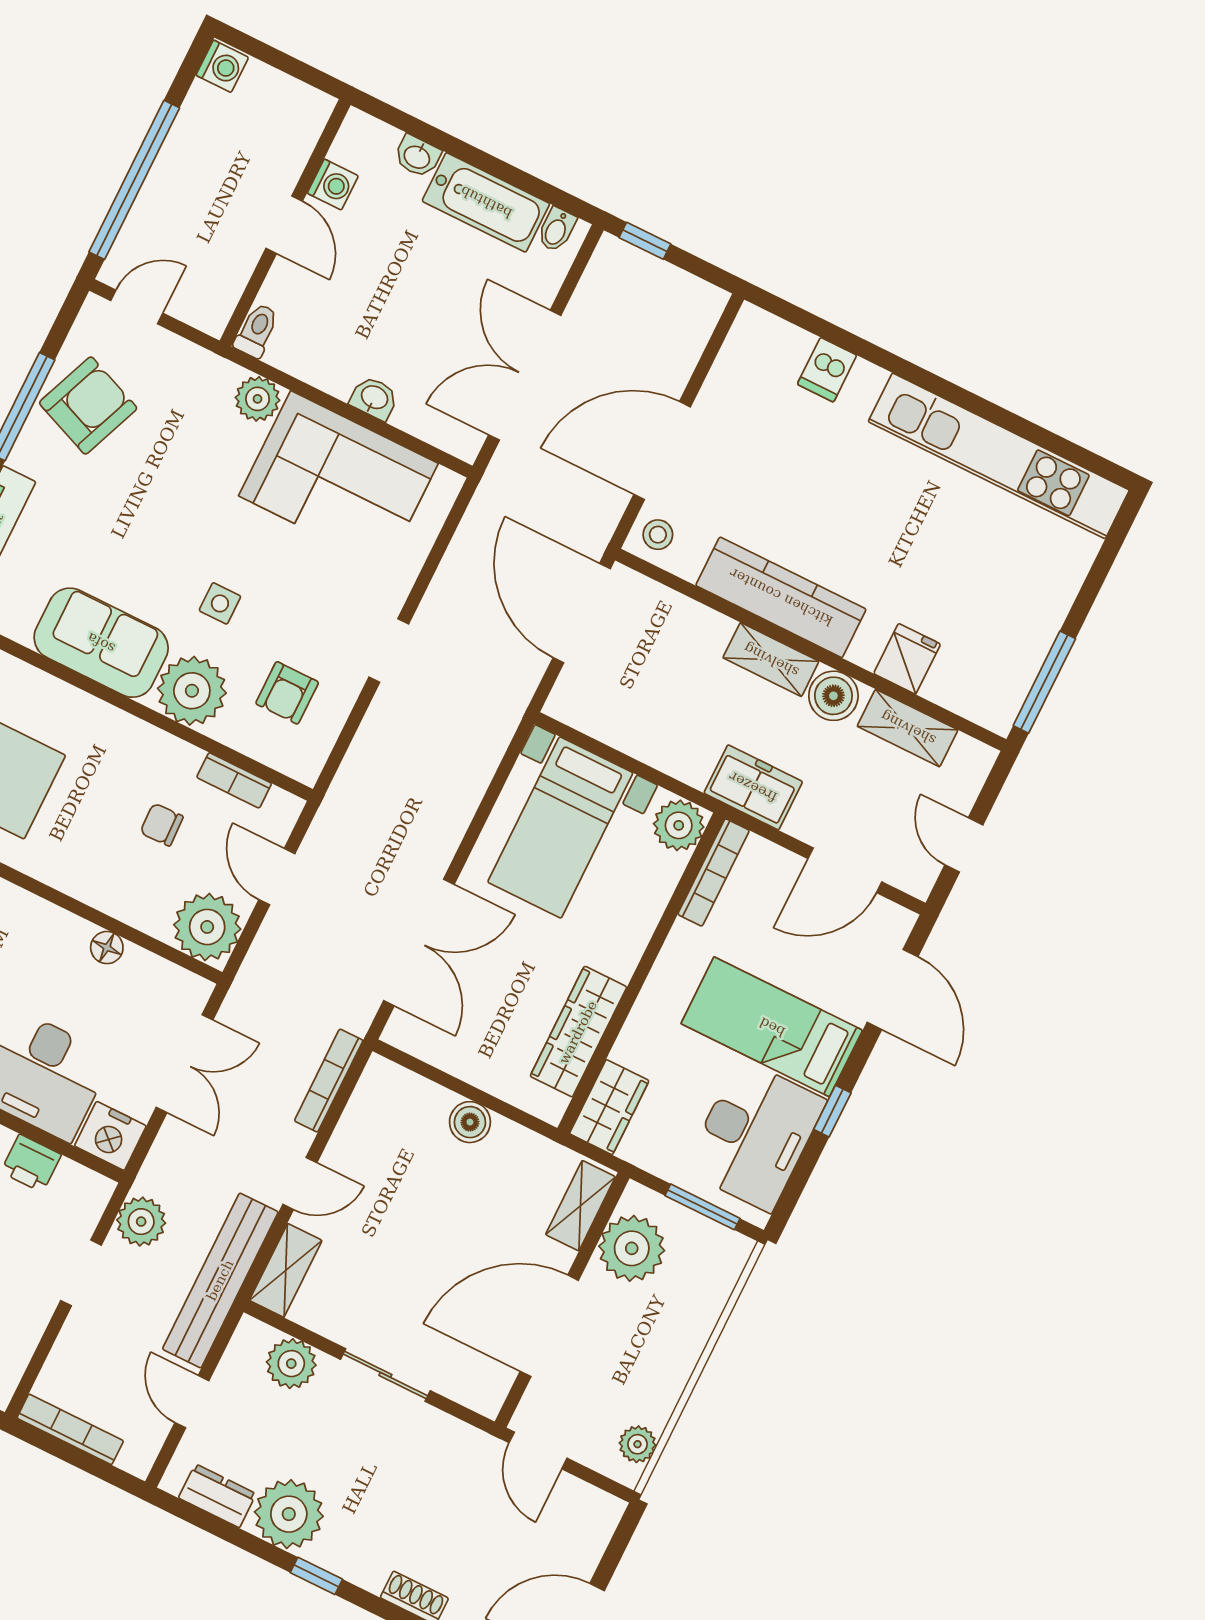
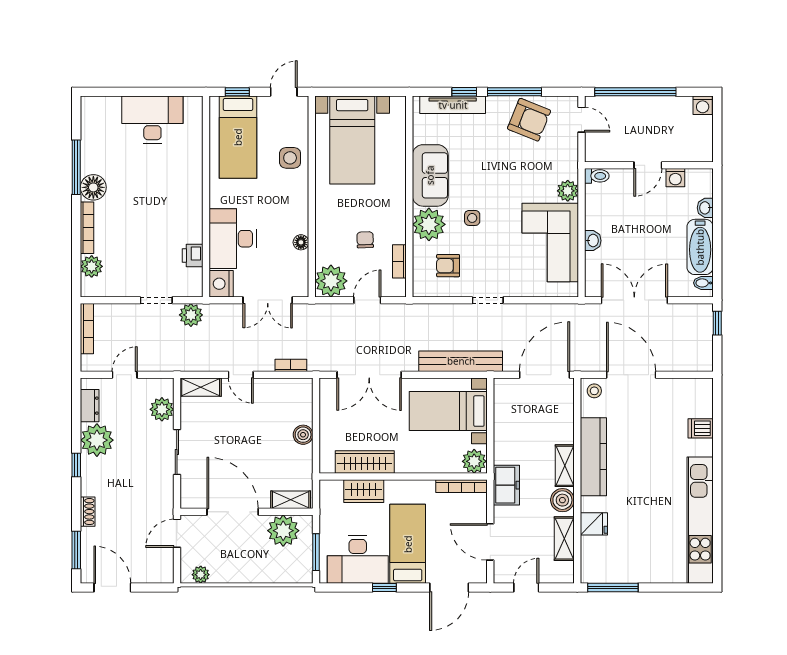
bookcase: (329, 1081) -> (291, 365), width x0.64
wardrobe: (609, 1107) -> (364, 491), moved
bench: (220, 1280) -> (461, 361), moved

